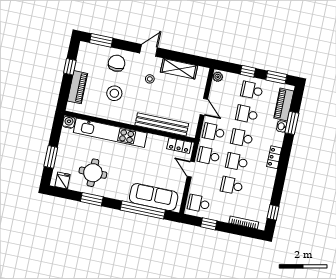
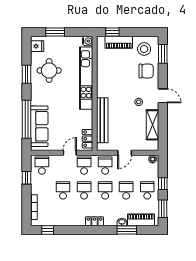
window: (70, 67) -> (112, 32), moved
stool: (114, 93) -> (144, 49), moved

